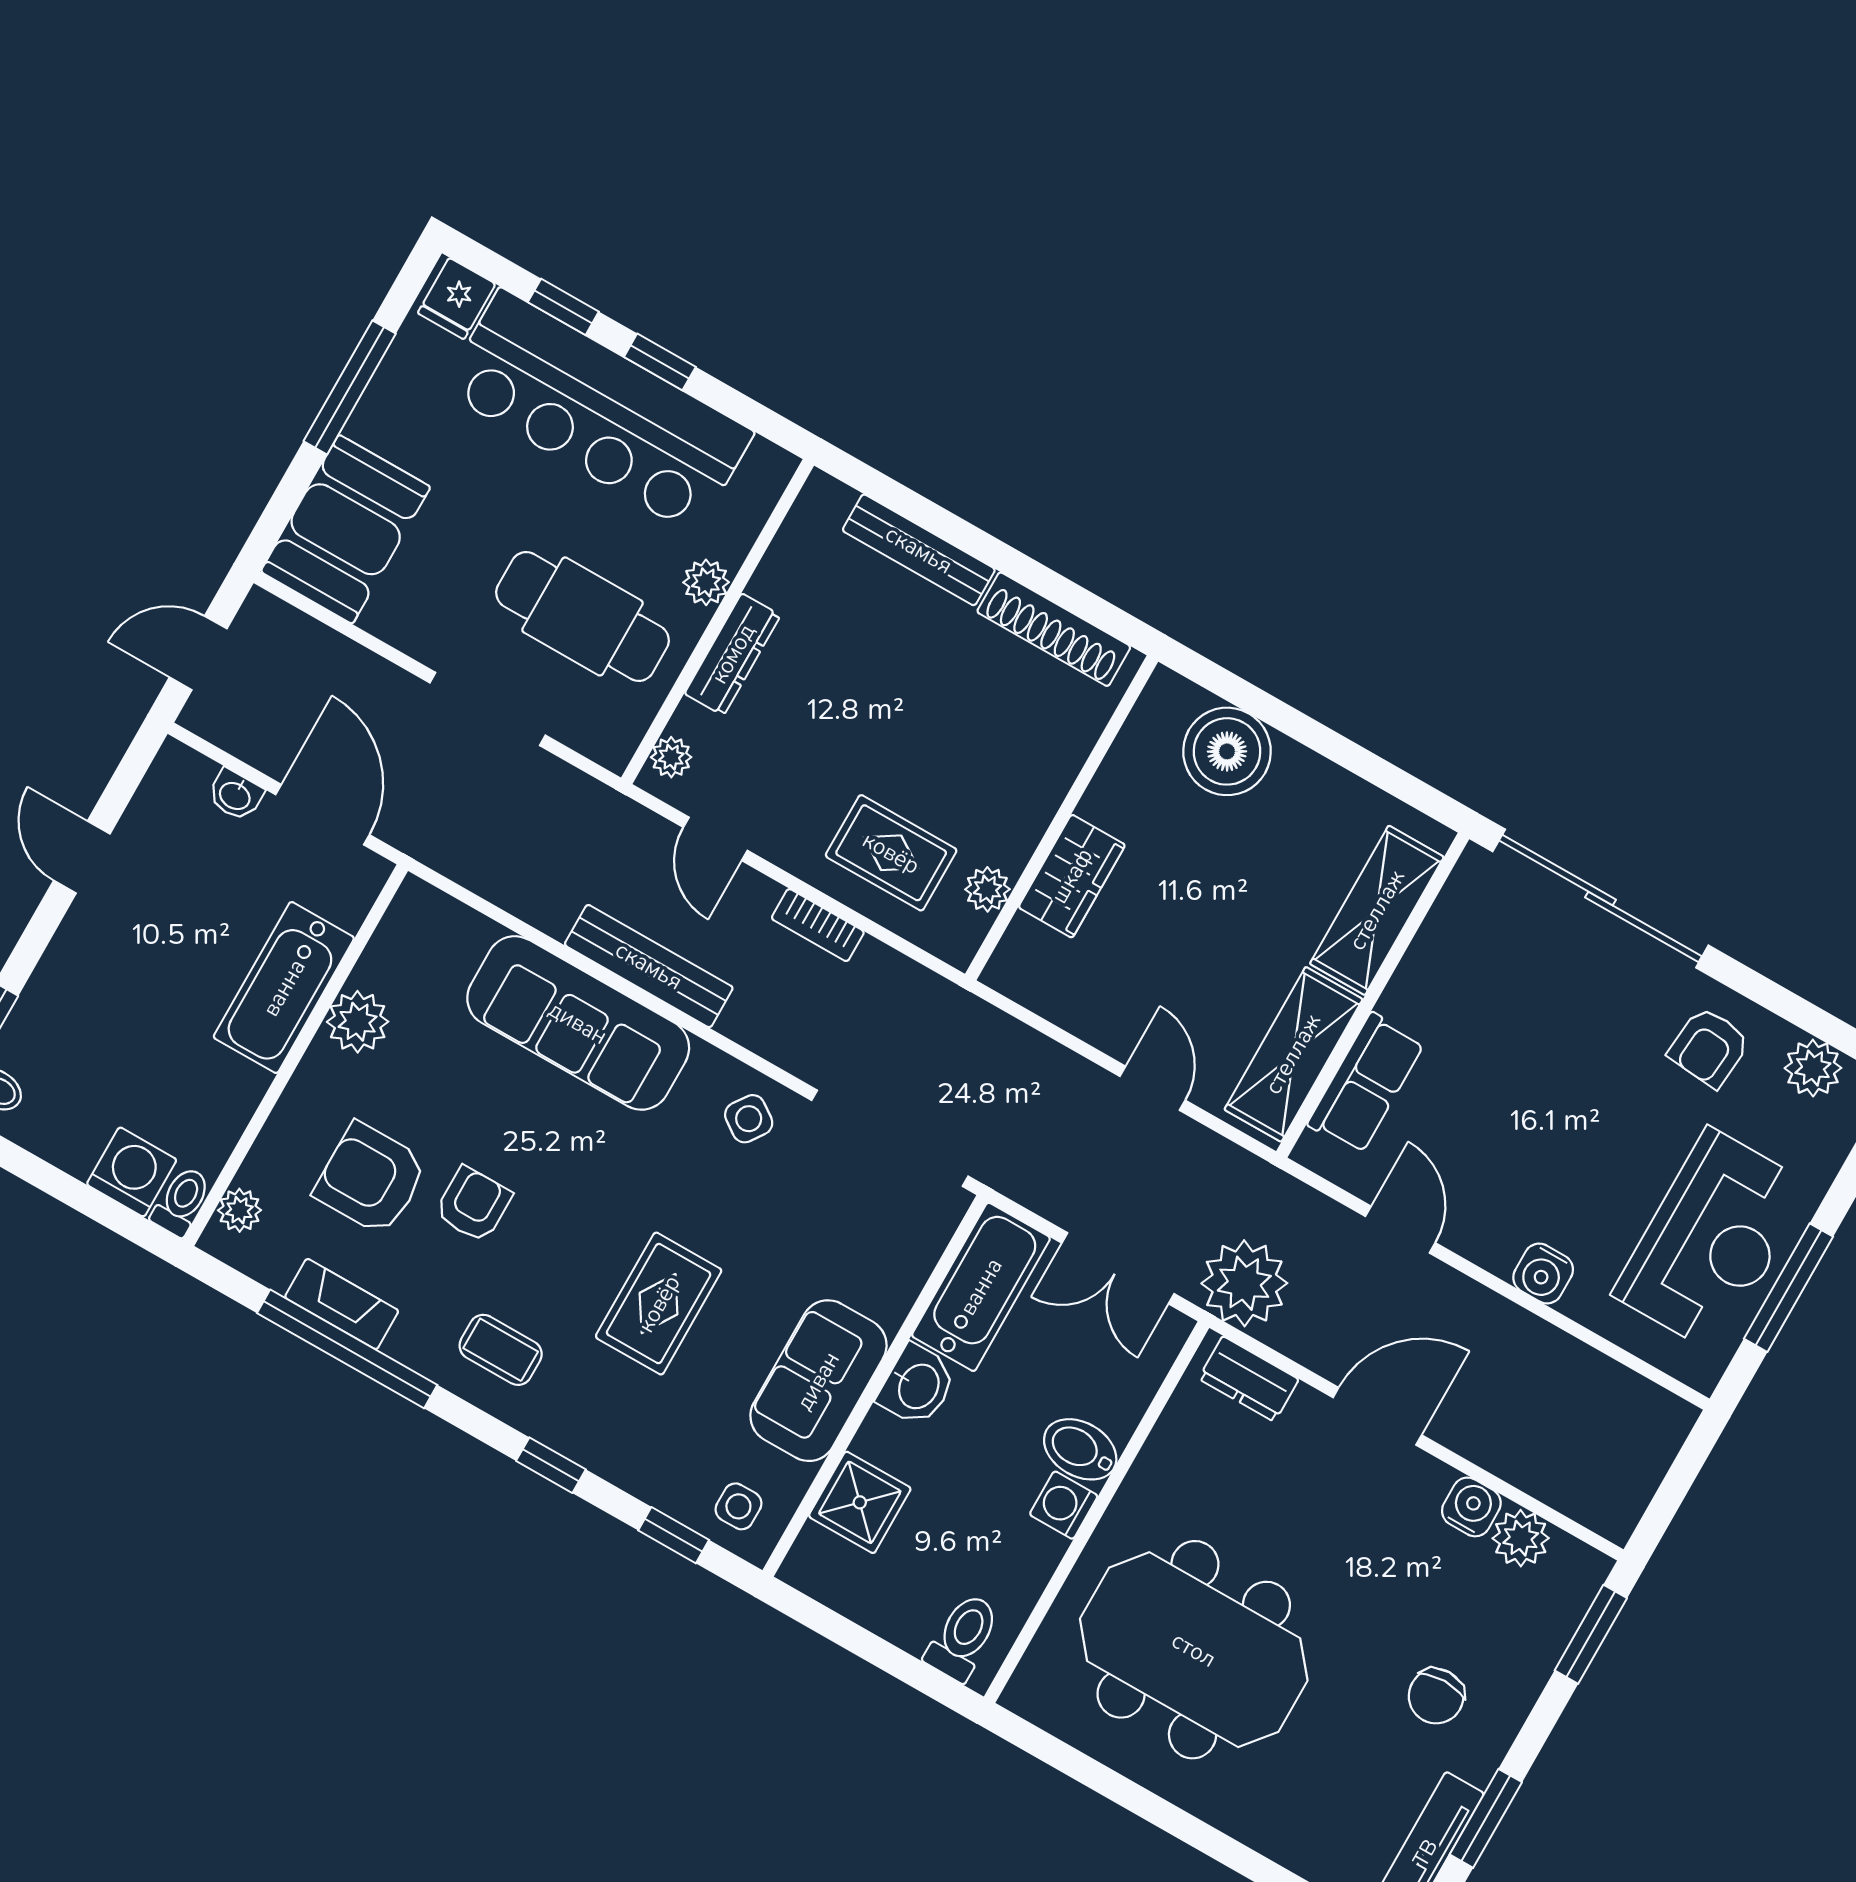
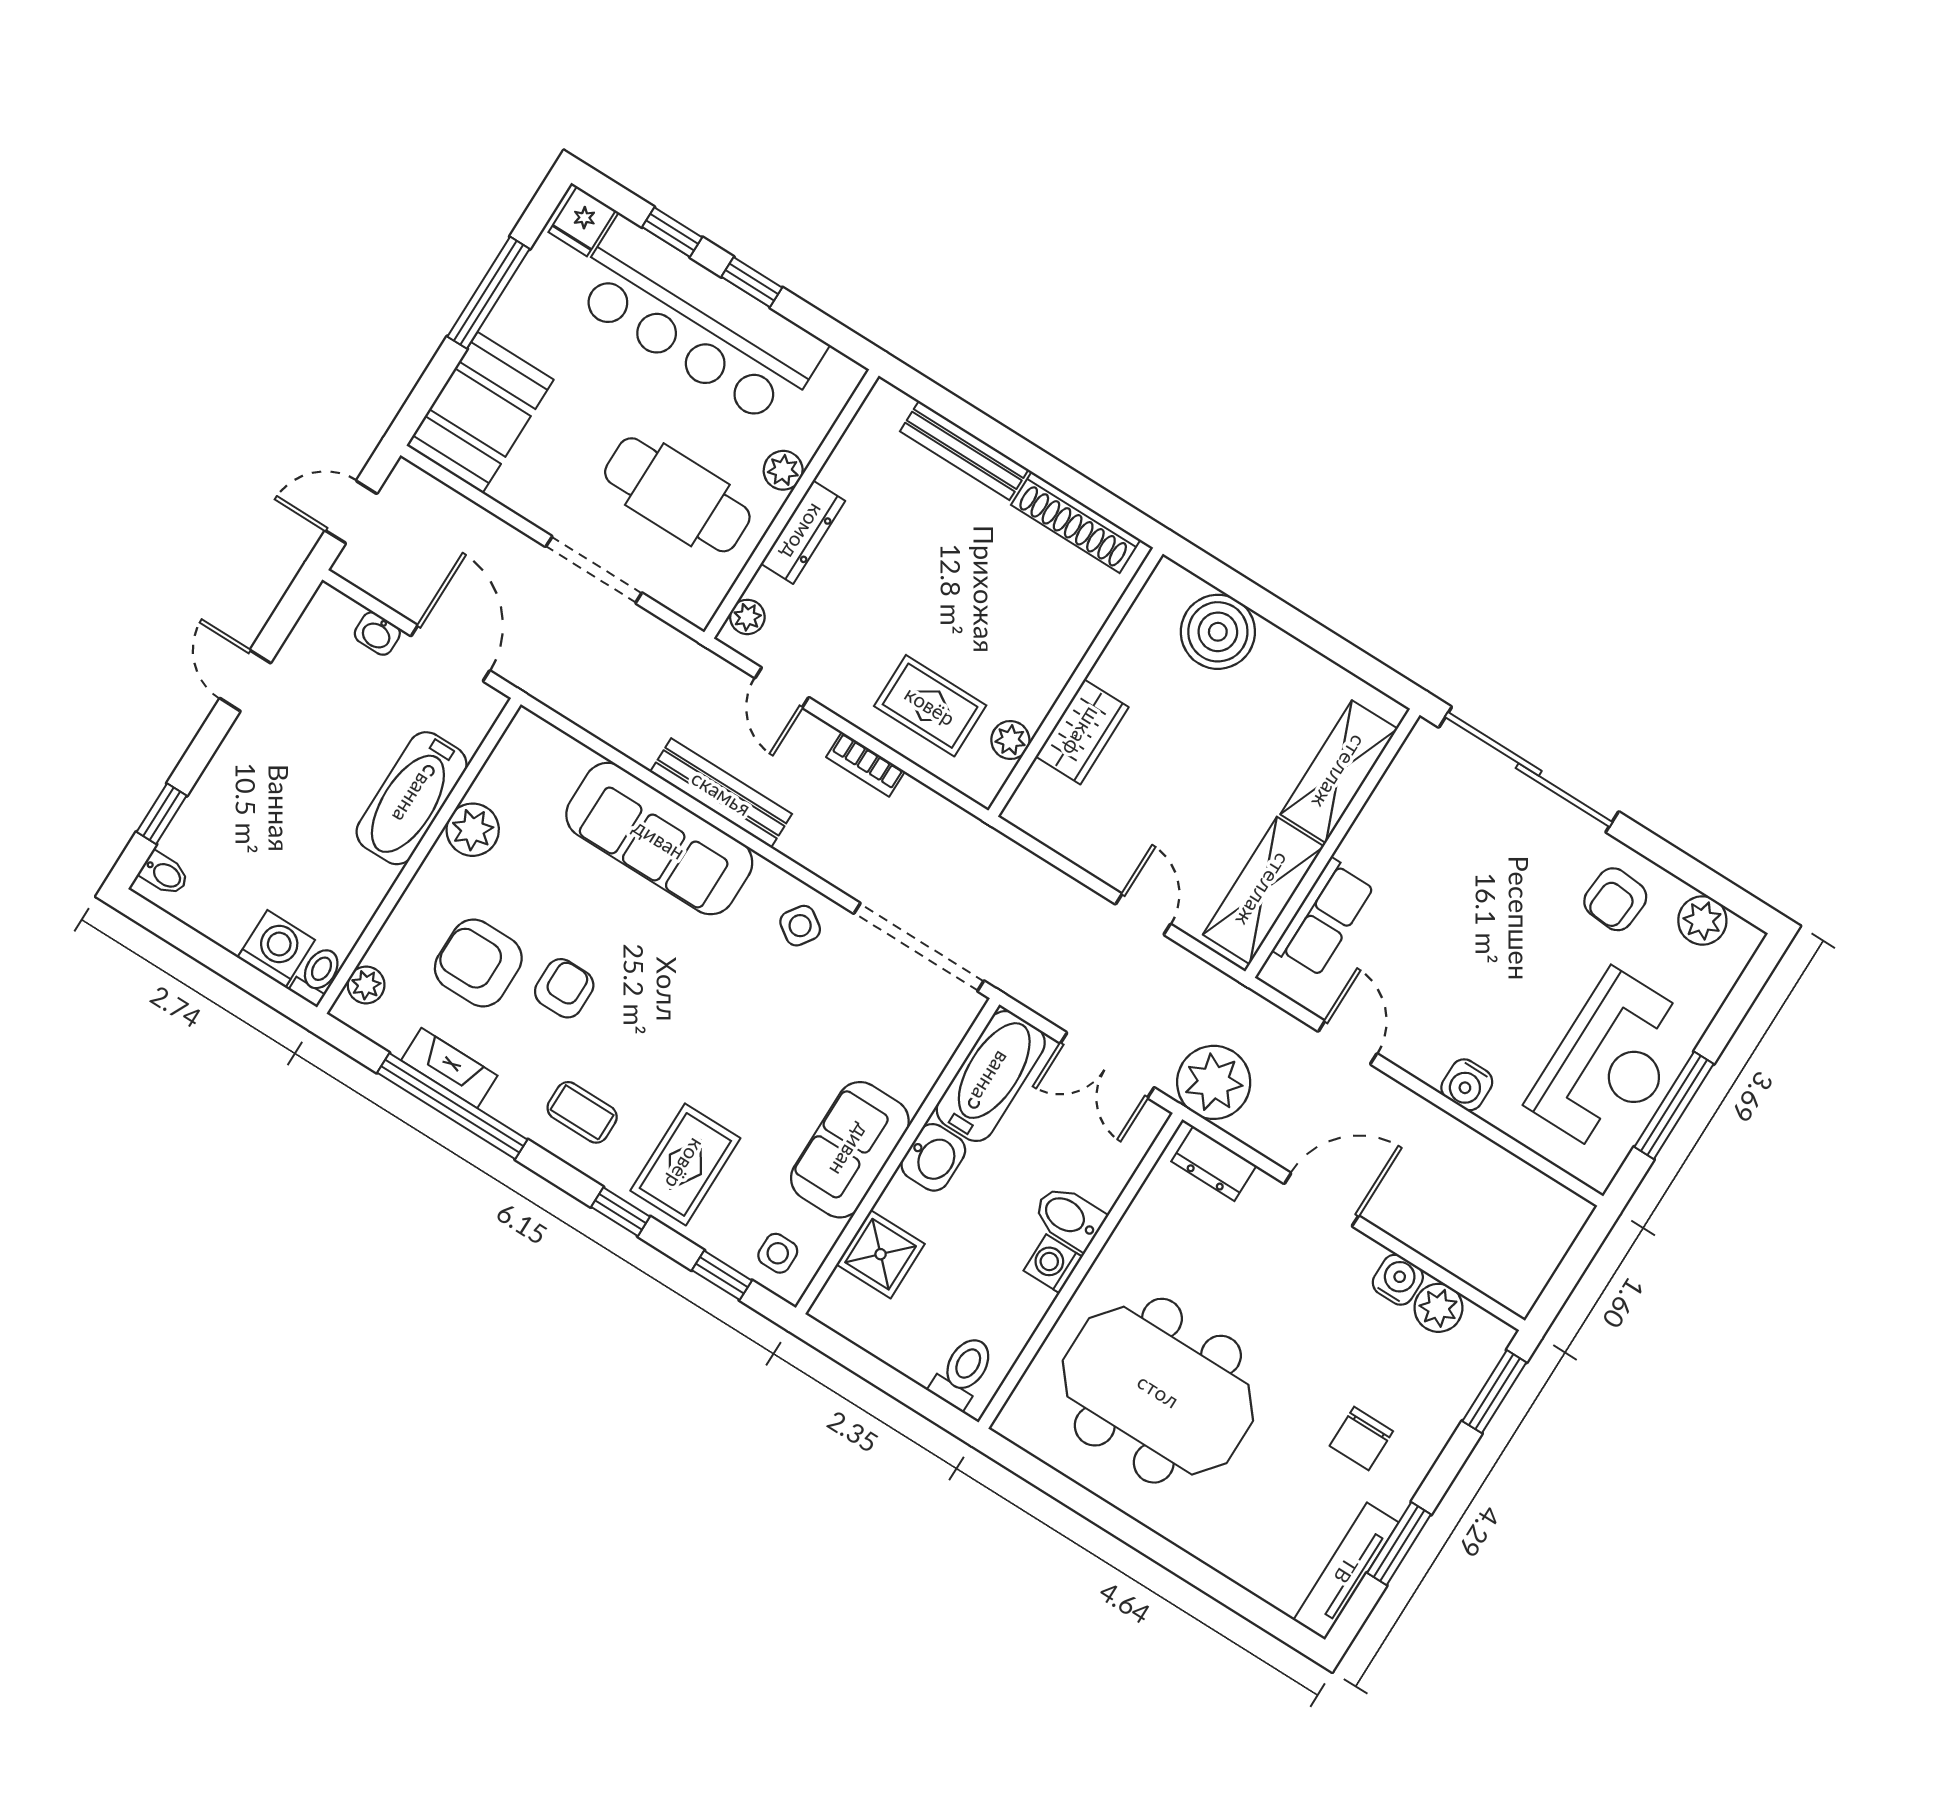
rug: (659, 1304) -> (685, 1164), moved

